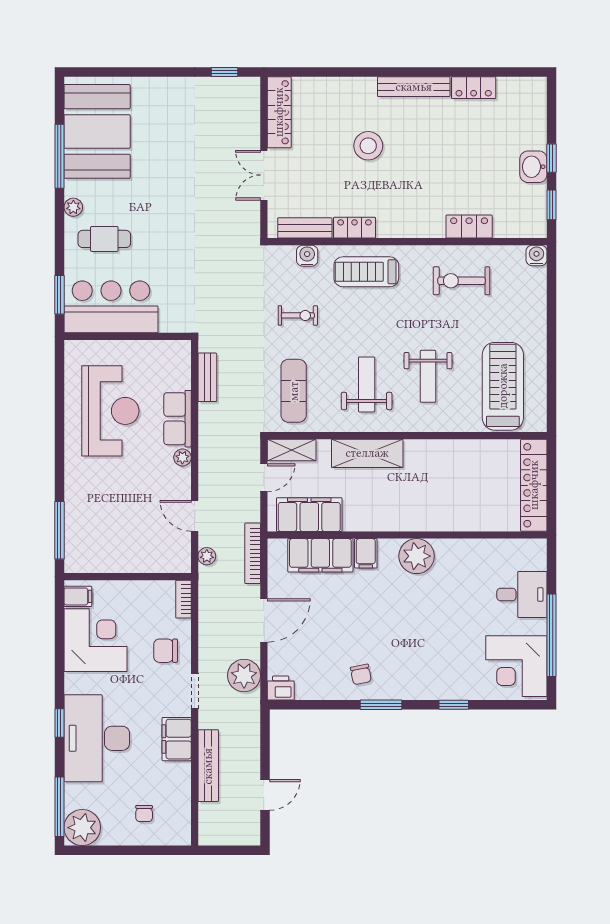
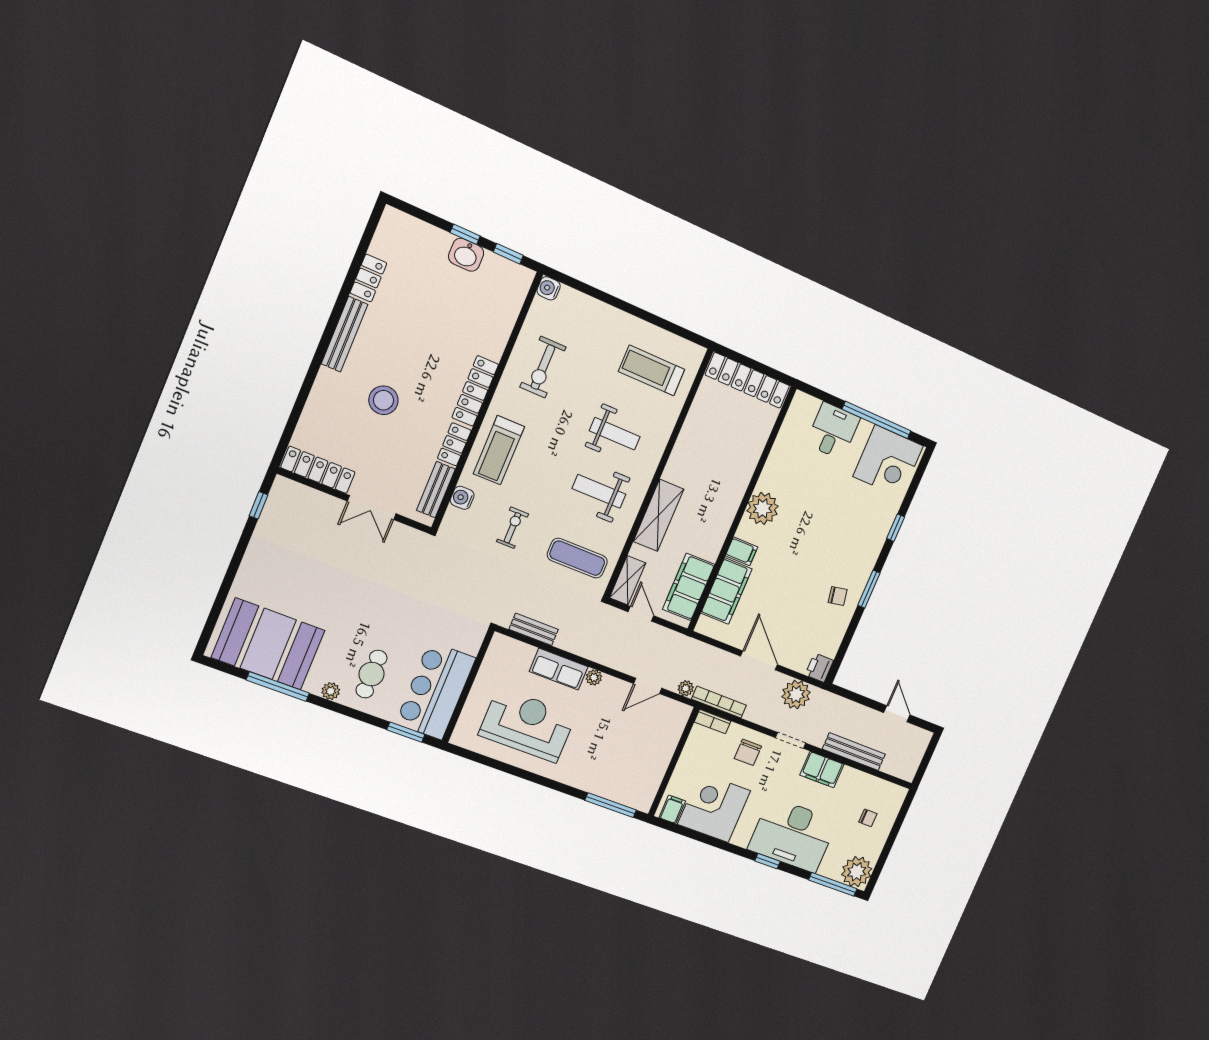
locker: (469, 227) -> (475, 391), moved, width x1.53
treadmill: (503, 386) -> (652, 370), width x0.73, depth x0.73
bookcase: (253, 553) -> (719, 702), moved, turned 180

